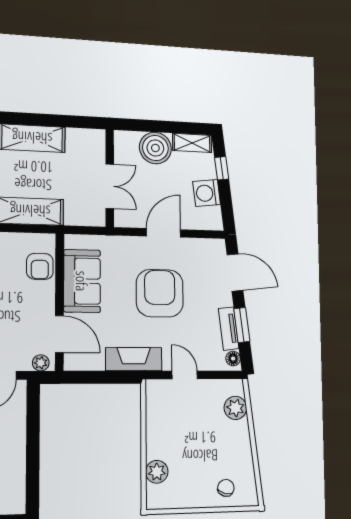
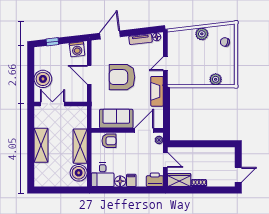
shelving: (192, 143) -> (39, 58), removed
double door: (110, 186) -> (52, 104), moved
washing machine: (207, 193) -> (77, 49), moved
window: (242, 325) -> (139, 32), removed
plant: (235, 408) -> (202, 34), moved

